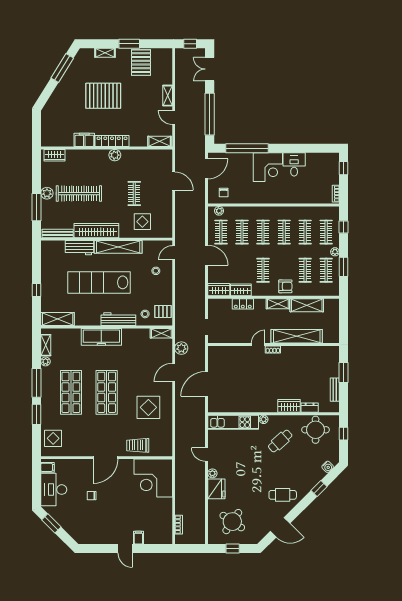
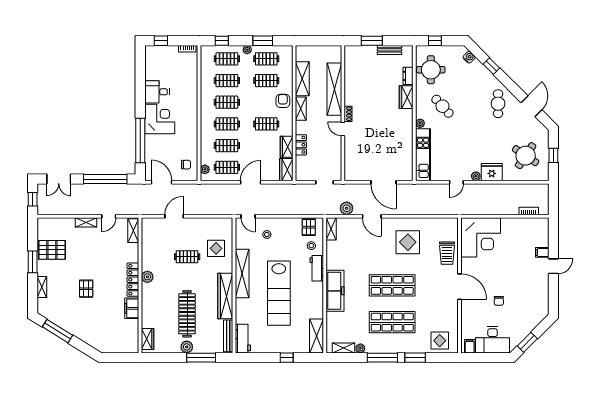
pallet: (103, 96) -> (86, 289), width x0.49, depth x0.50
workbench: (79, 248) -> (243, 339), moved
workbench: (118, 319) -> (317, 268), width x0.73

